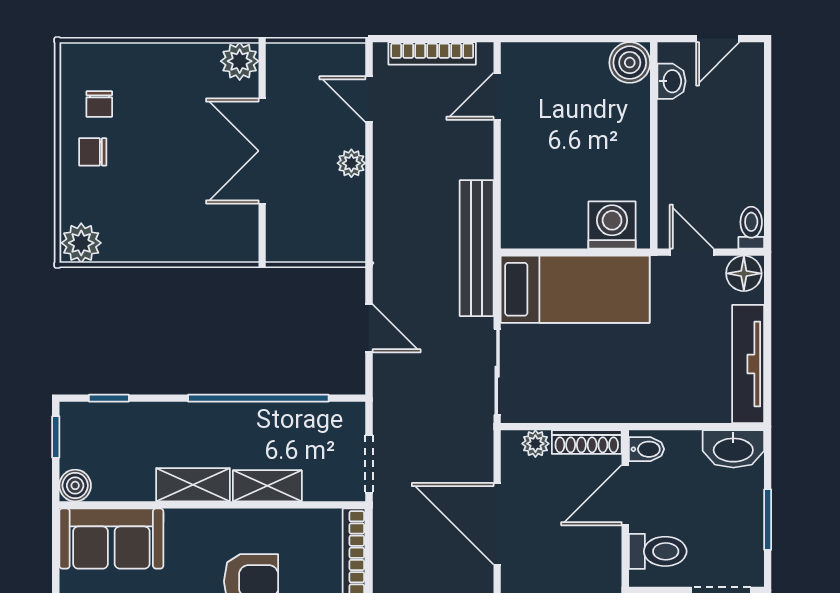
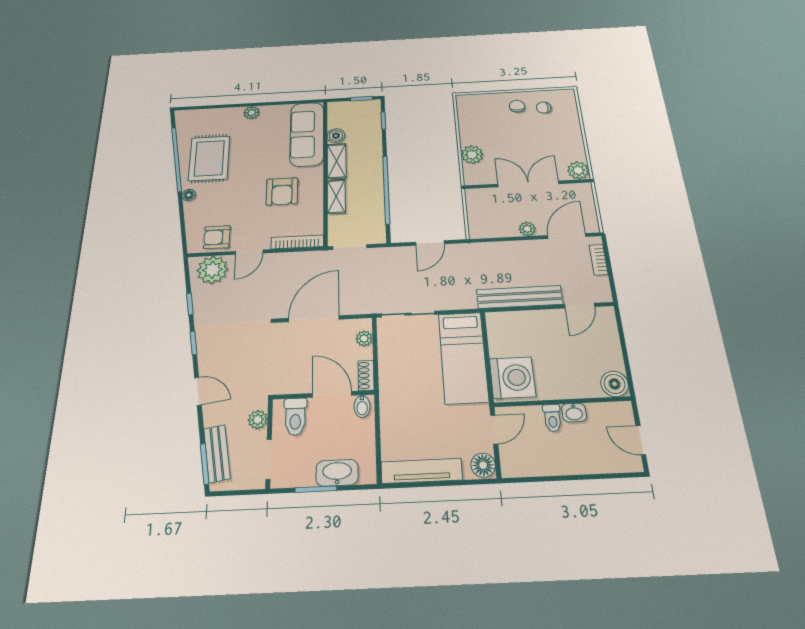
bookcase: (432, 53) -> (599, 260), width x0.64
washbasin: (671, 81) -> (574, 413), moved
door: (497, 96) -> (580, 306), swing flipped
door: (369, 99) -> (567, 236), width x1.38
washing machine: (612, 225) -> (512, 378), width x1.37, depth x1.37
toilet: (751, 228) -> (552, 418), moved, turned 90
plant: (81, 243) -> (472, 155), moved
bench: (477, 248) -> (520, 297), moved
shoe rack: (587, 442) -> (366, 375), width x0.70
washbasin: (733, 449) -> (337, 473), moved, turned 90
boiler: (75, 485) -> (336, 136), moved
sofa: (111, 539) -> (307, 134), width x1.36

